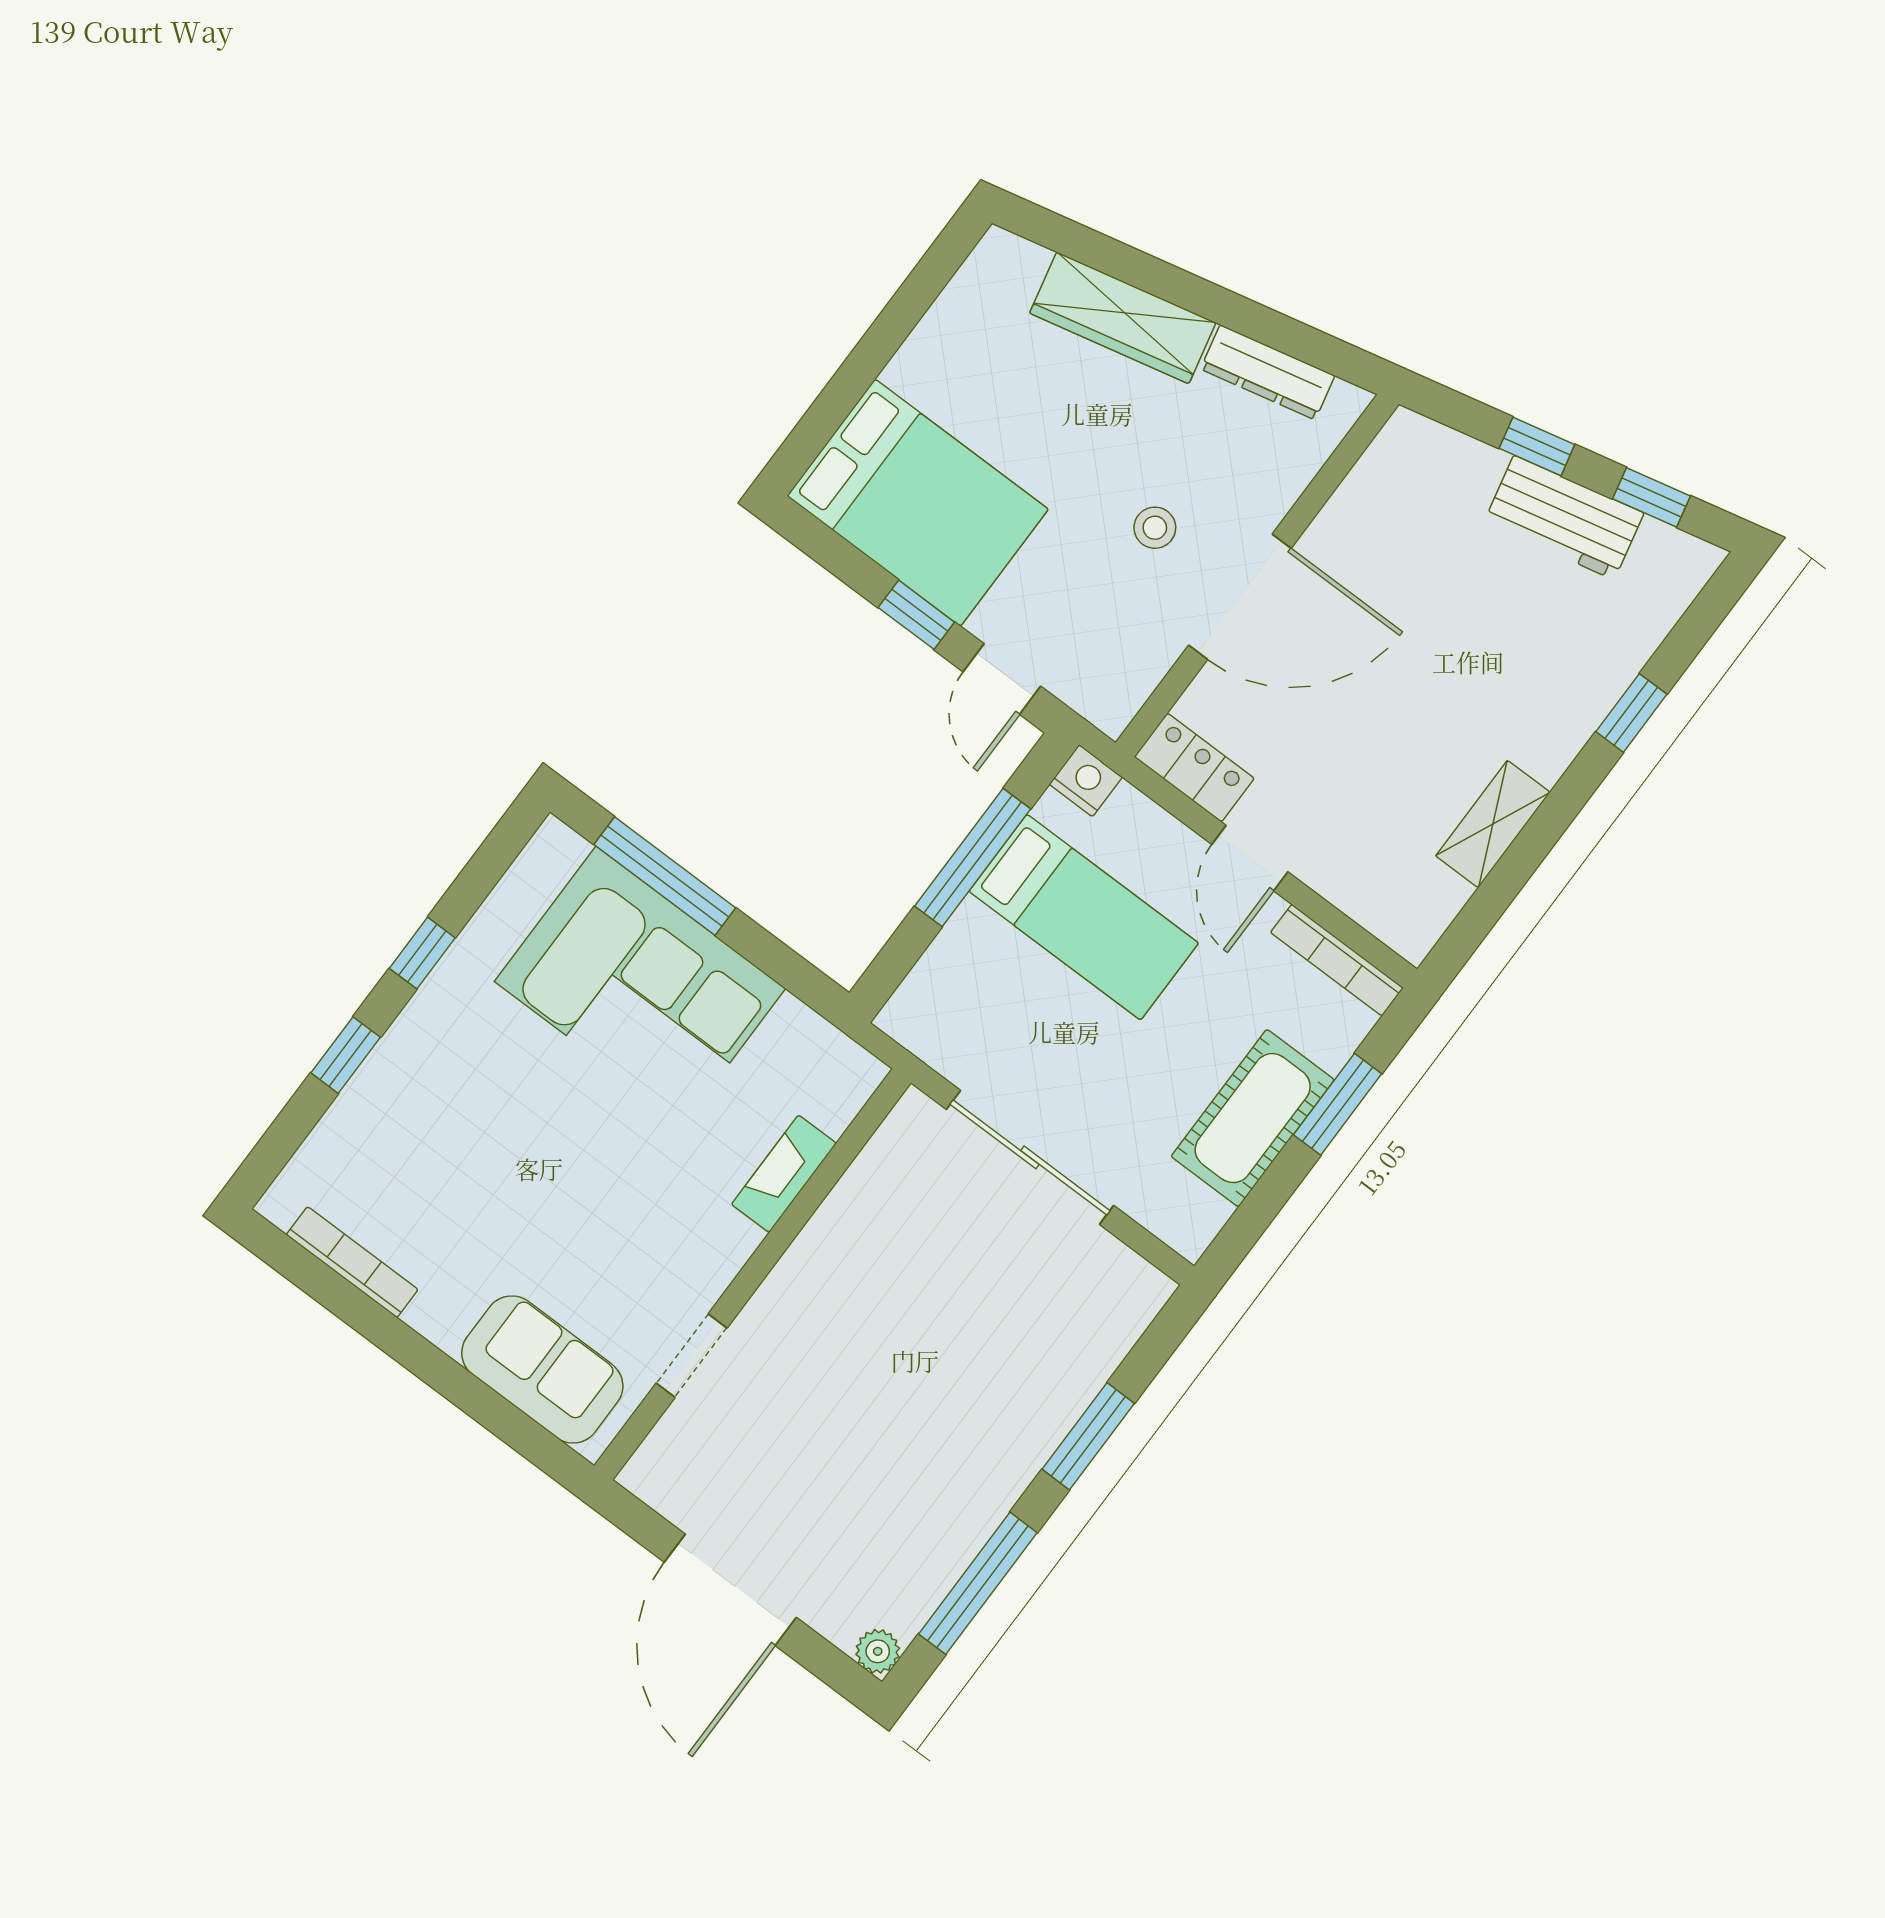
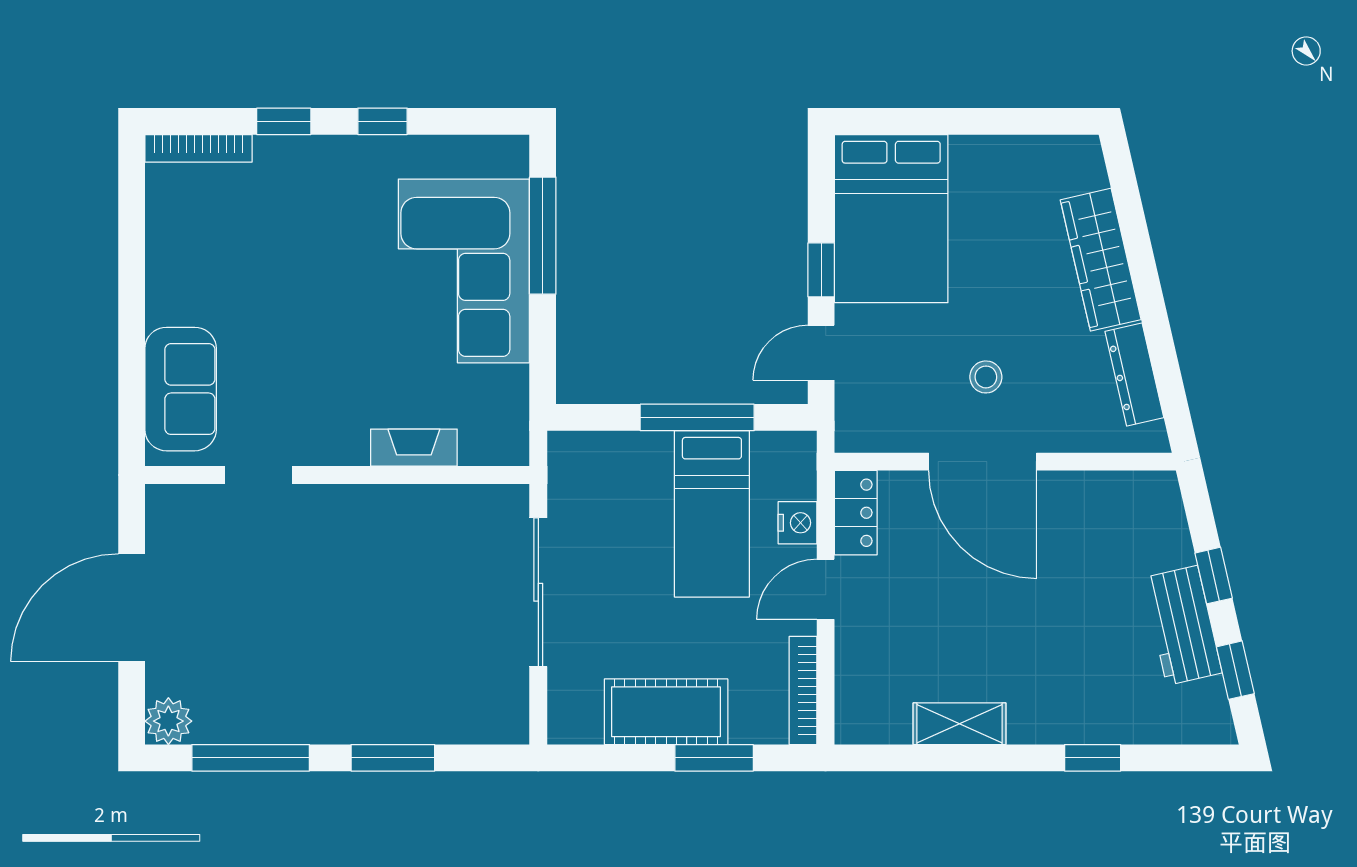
nightstand: (1086, 781) -> (797, 523), moved
bookcase: (352, 1262) -> (199, 148), moved, turned 90
plant: (878, 1651) -> (168, 721), width x1.38, depth x1.38

